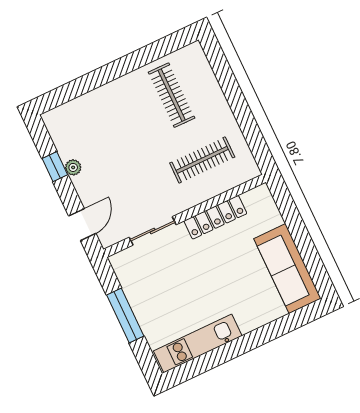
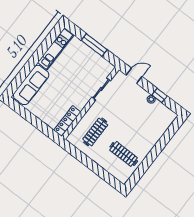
locker: (215, 217) -> (67, 121), moved
door: (82, 225) -> (134, 76), swing flipped
sofa: (287, 269) -> (31, 85), moved, turned 90

